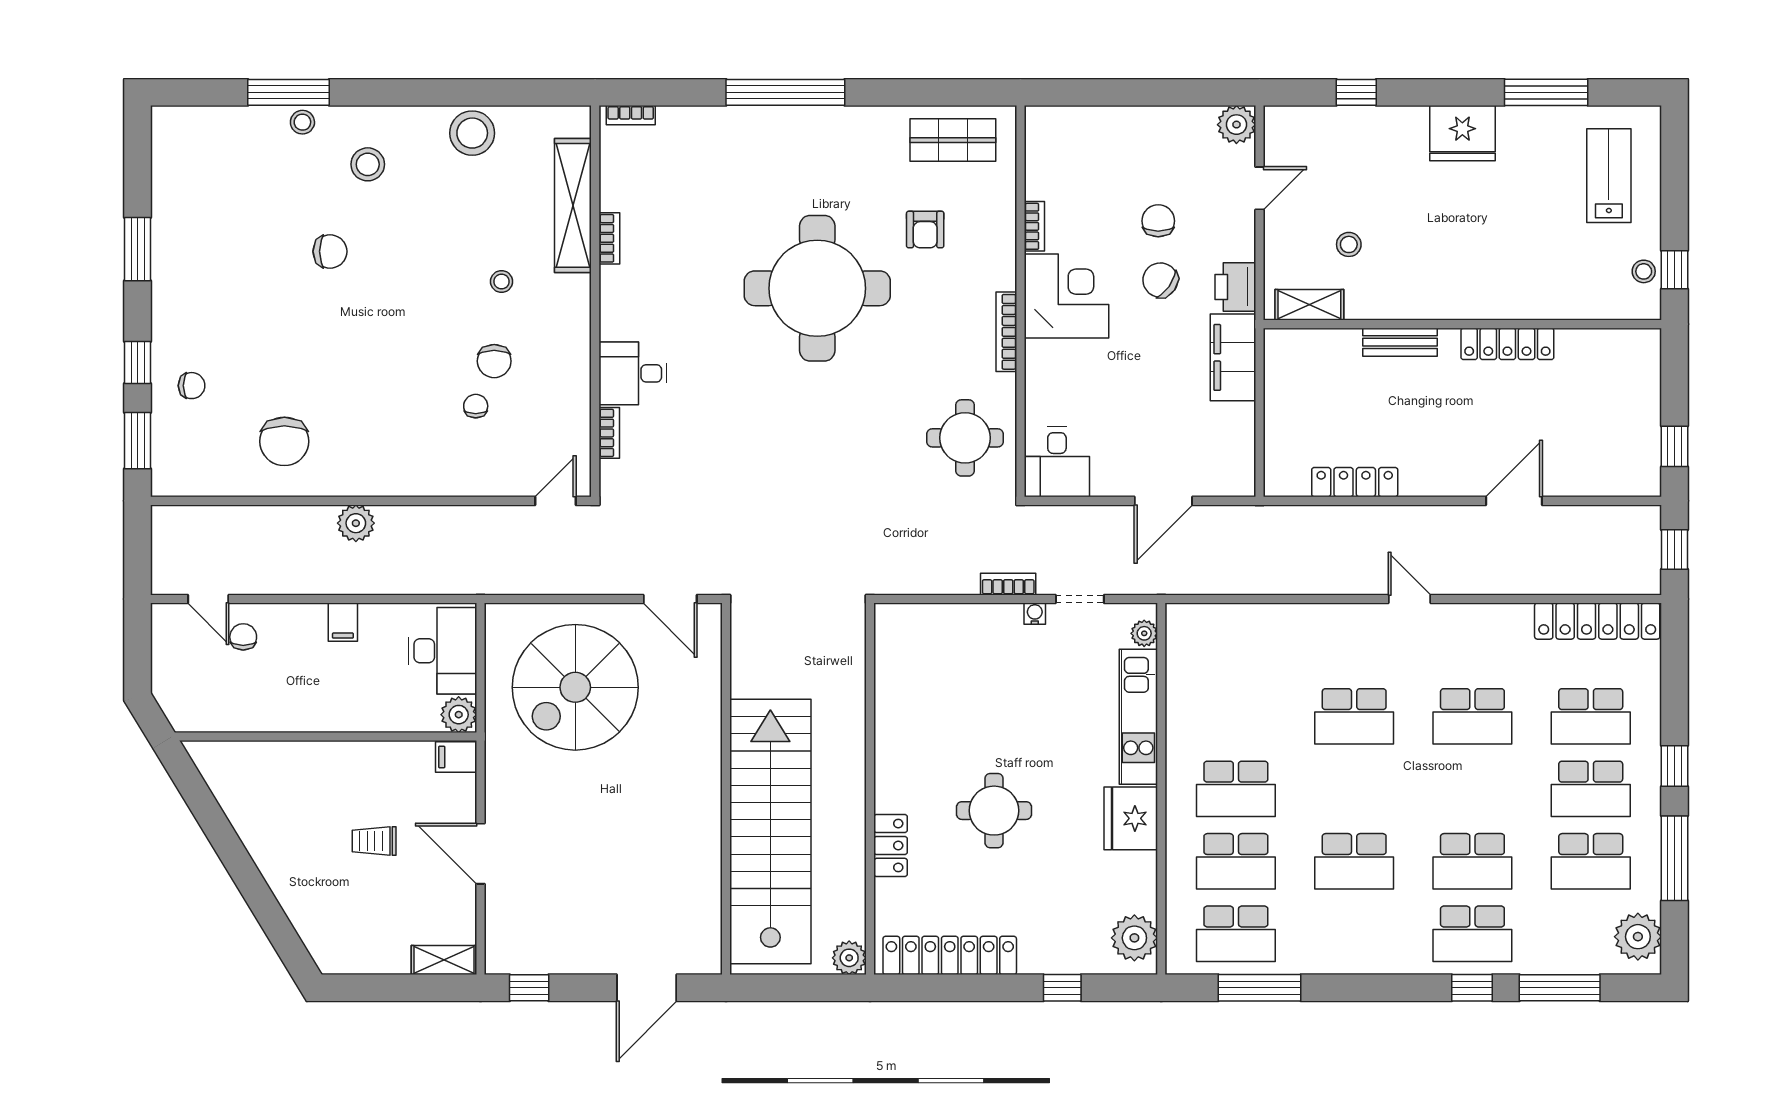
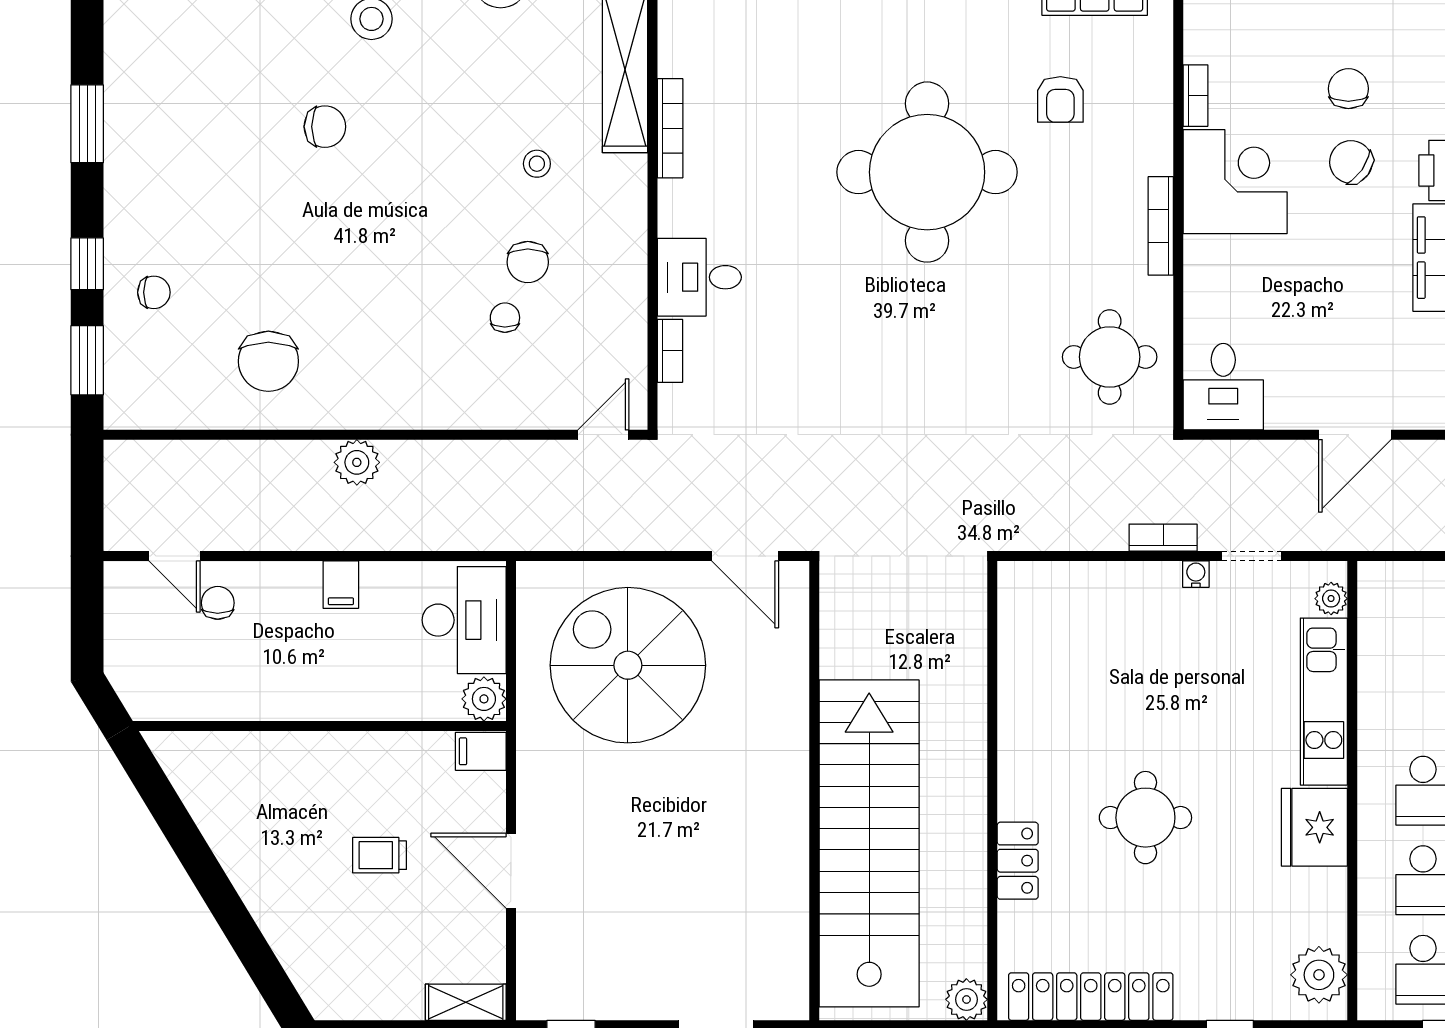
bookcase: (609, 238) -> (670, 128), width x1.56
spiral stairs: (575, 687) -> (628, 665), turned 90

